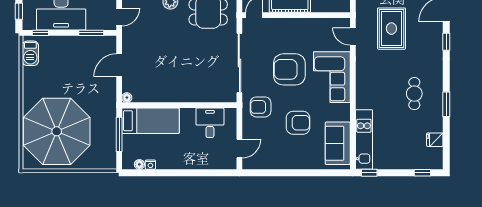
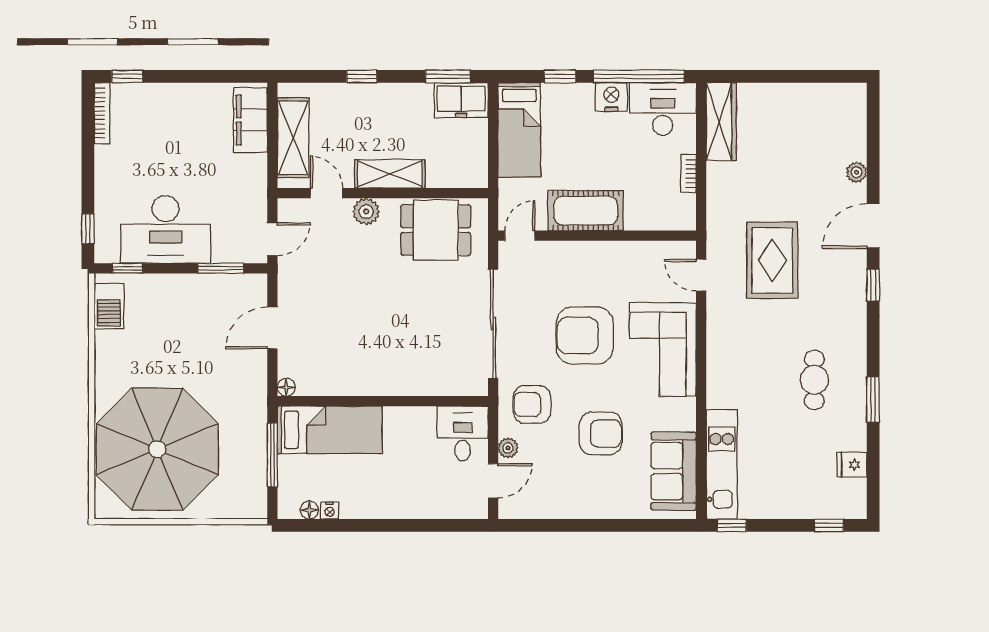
desk: (210, 123) -> (463, 434), moved
plant: (248, 131) -> (508, 448), added

